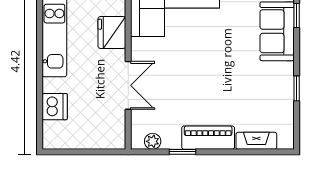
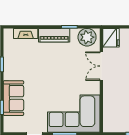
fridge: (112, 32) -> (111, 38), moved
plant: (153, 141) -> (87, 37), width x1.87, depth x1.87

